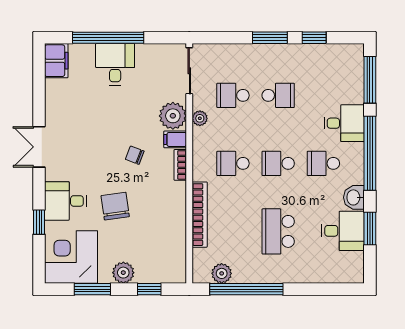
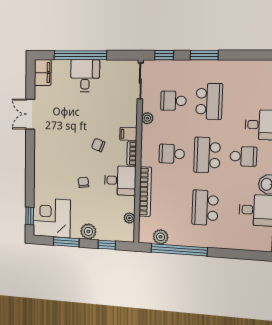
window: (314, 38) -> (164, 55), moved
school desk: (278, 95) -> (209, 101), width x1.85
plant: (173, 116) -> (129, 218), moved, width x0.53, depth x0.53
double door: (39, 147) -> (30, 114), moved
school desk: (278, 163) -> (207, 155), width x1.85
school desk: (323, 163) -> (243, 156), turned 180
desk: (66, 201) -> (120, 180), moved, turned 180
chair: (115, 206) -> (83, 182), width x0.54, depth x0.54
window: (39, 222) -> (30, 216), moved

